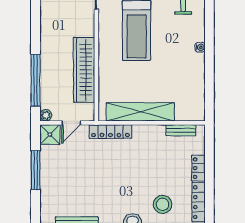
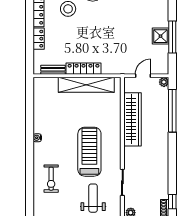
locker: (110, 132) -> (84, 69), moved
shower: (50, 134) -> (161, 36), moved

